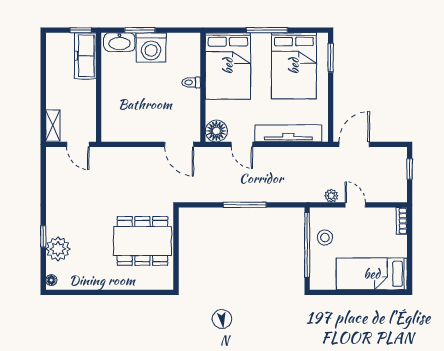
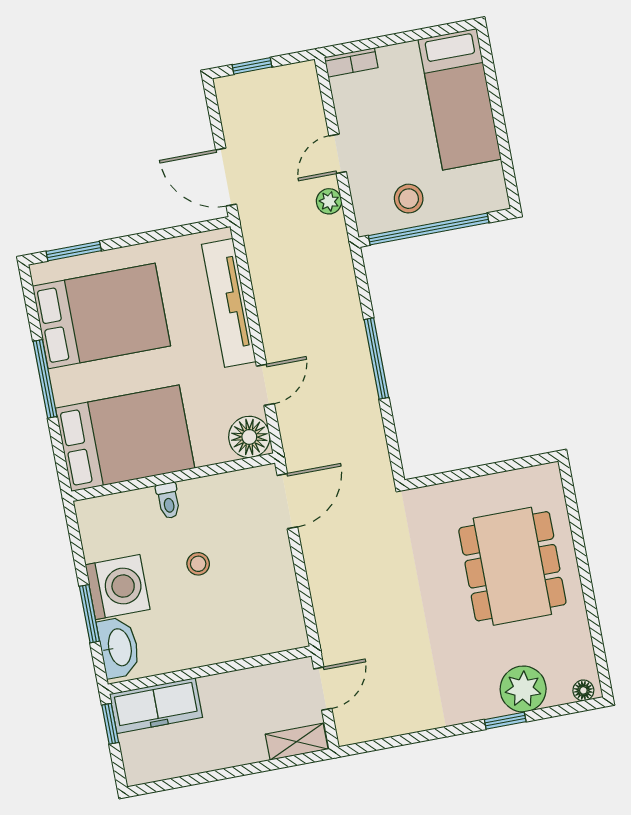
stool: (155, 92) -> (198, 564), added
dining table: (142, 241) -> (512, 566), moved

